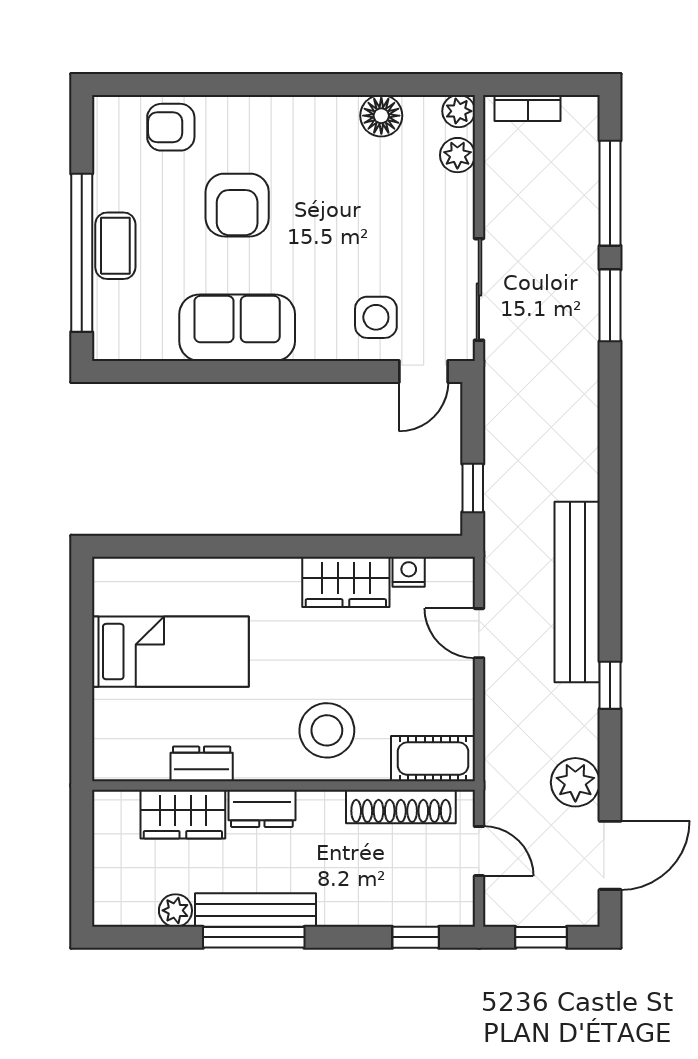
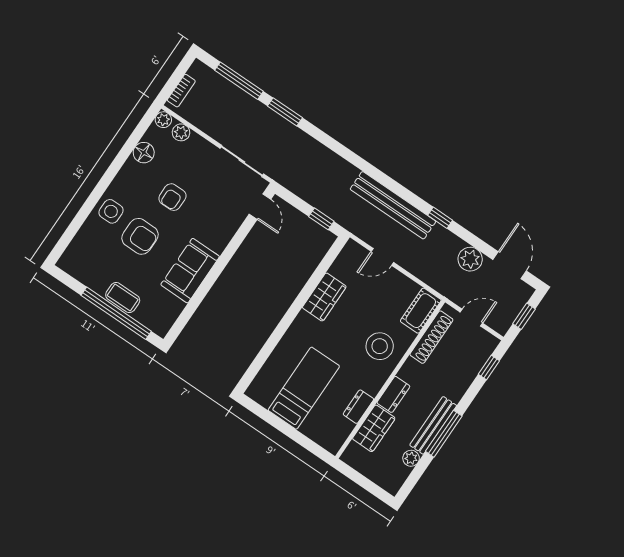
armchair: (171, 127) -> (172, 197), moved
side table: (376, 317) -> (111, 211), moved
nightstand: (409, 572) -> (338, 269), removed

